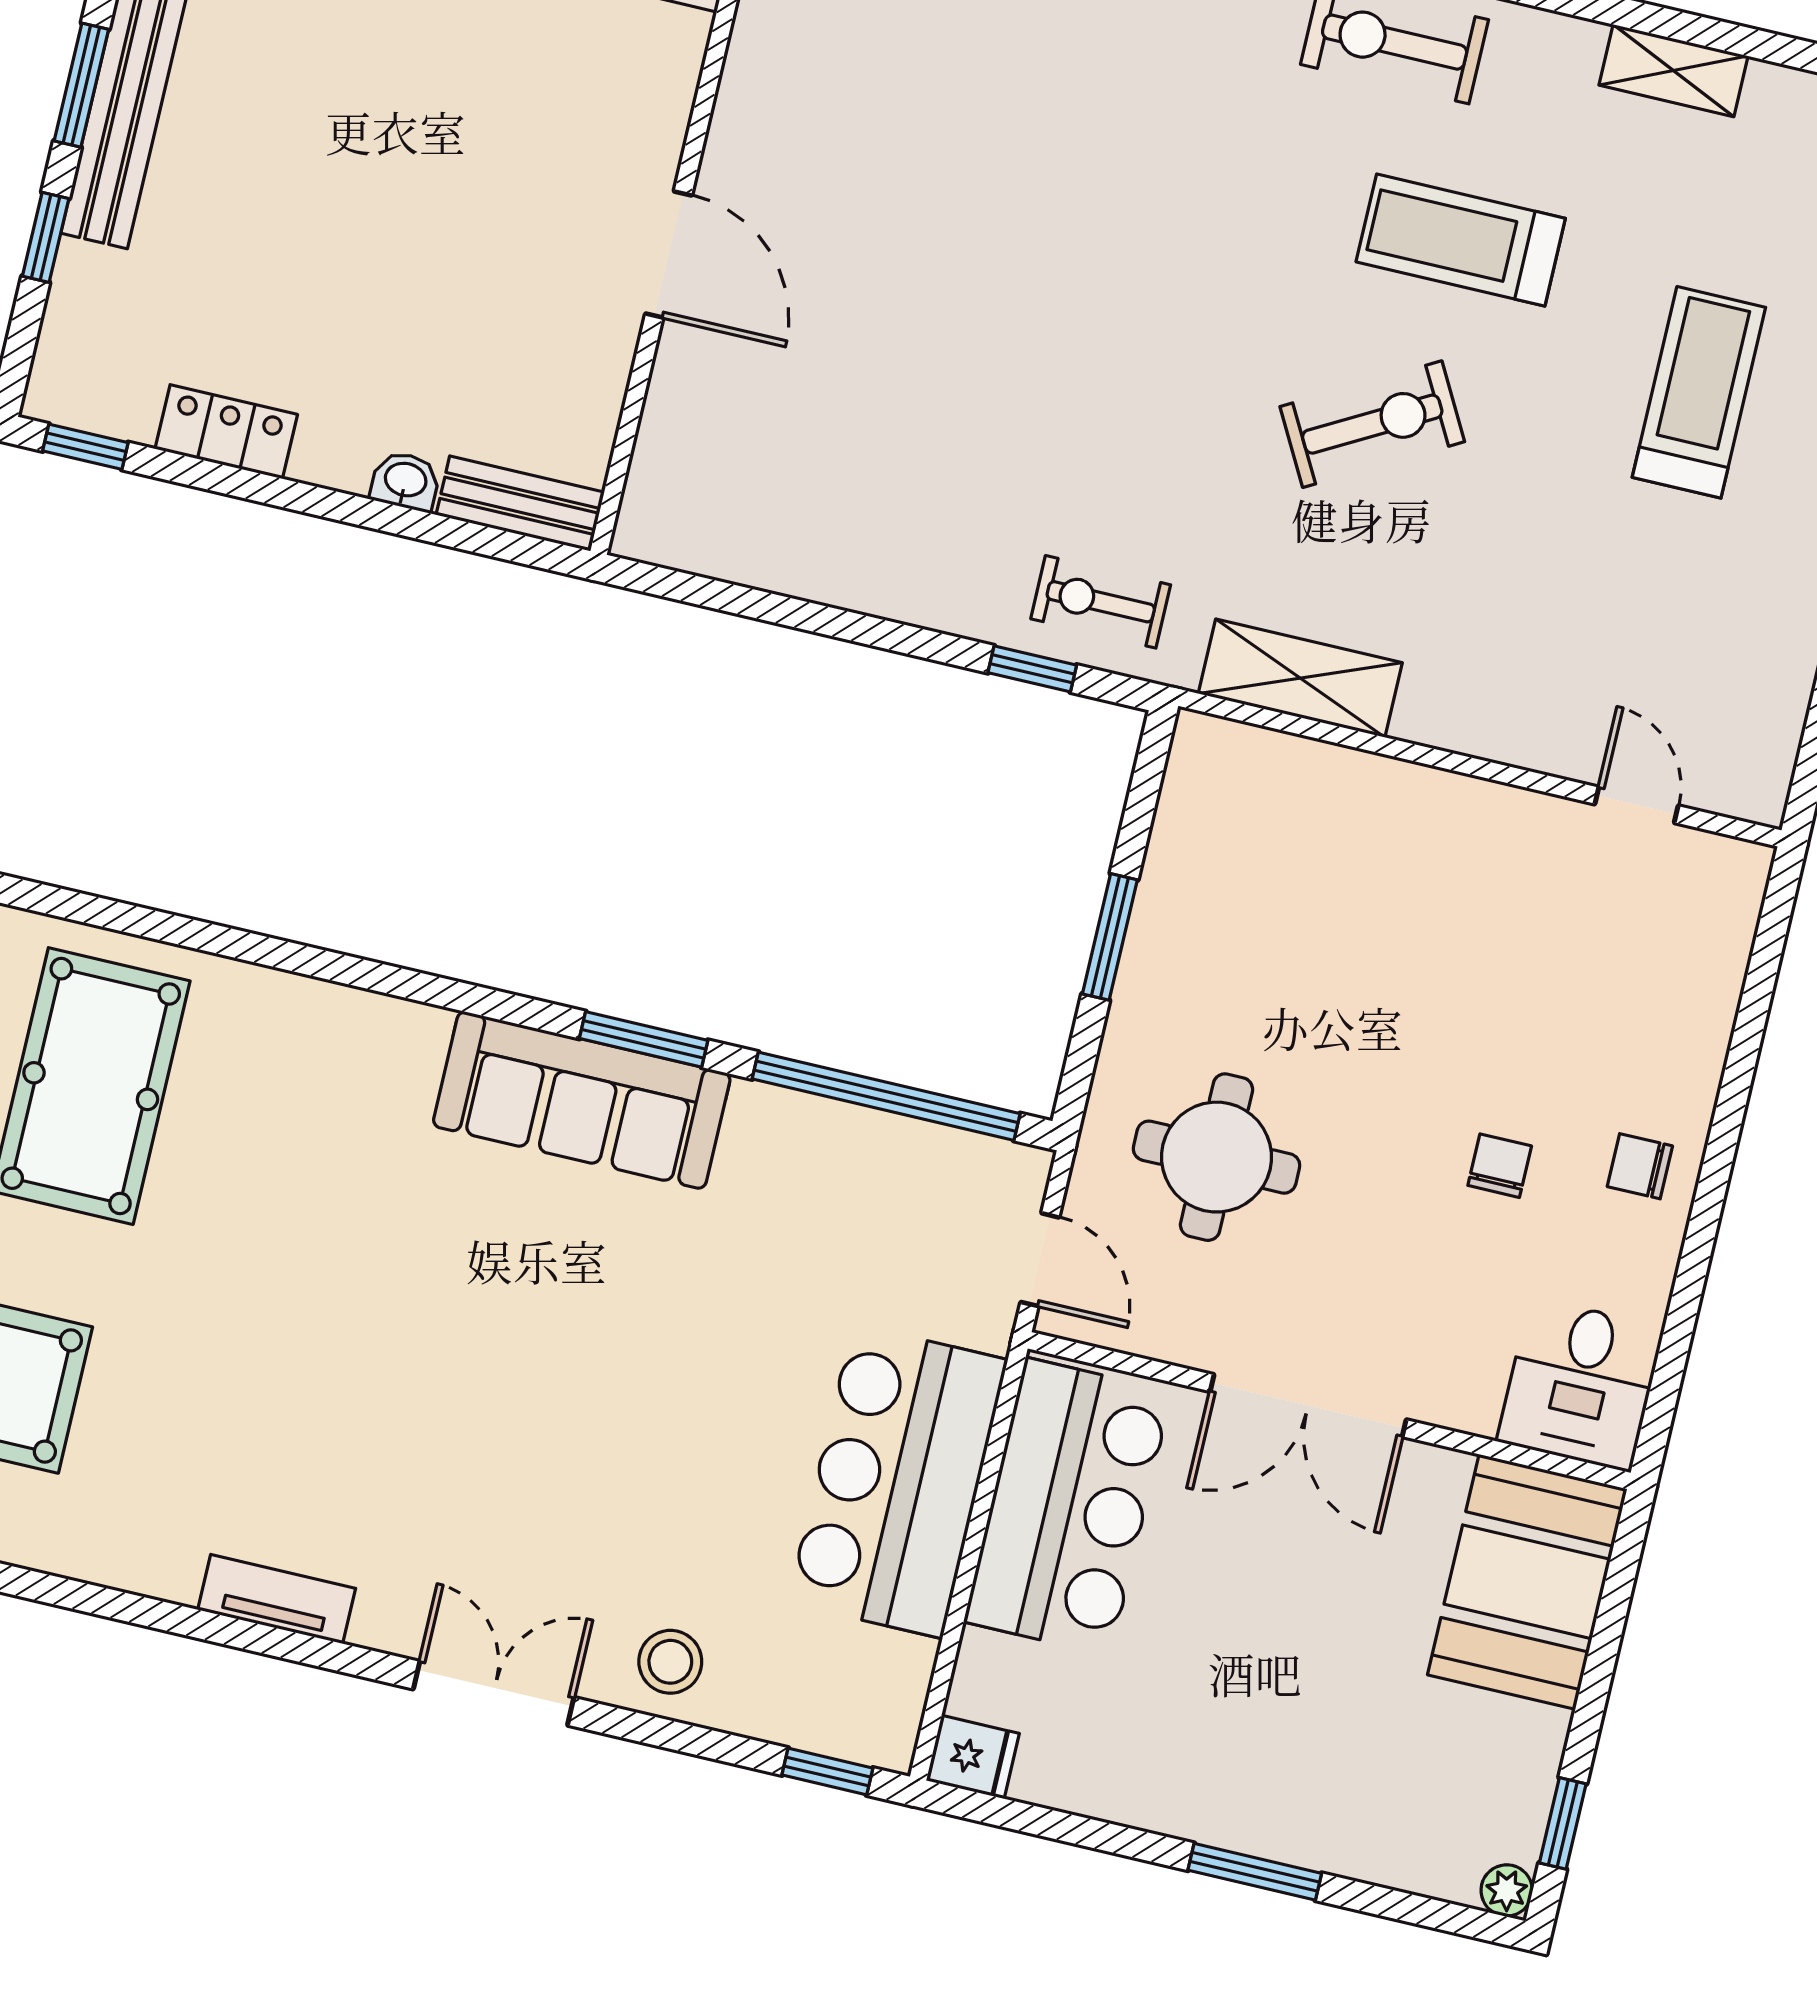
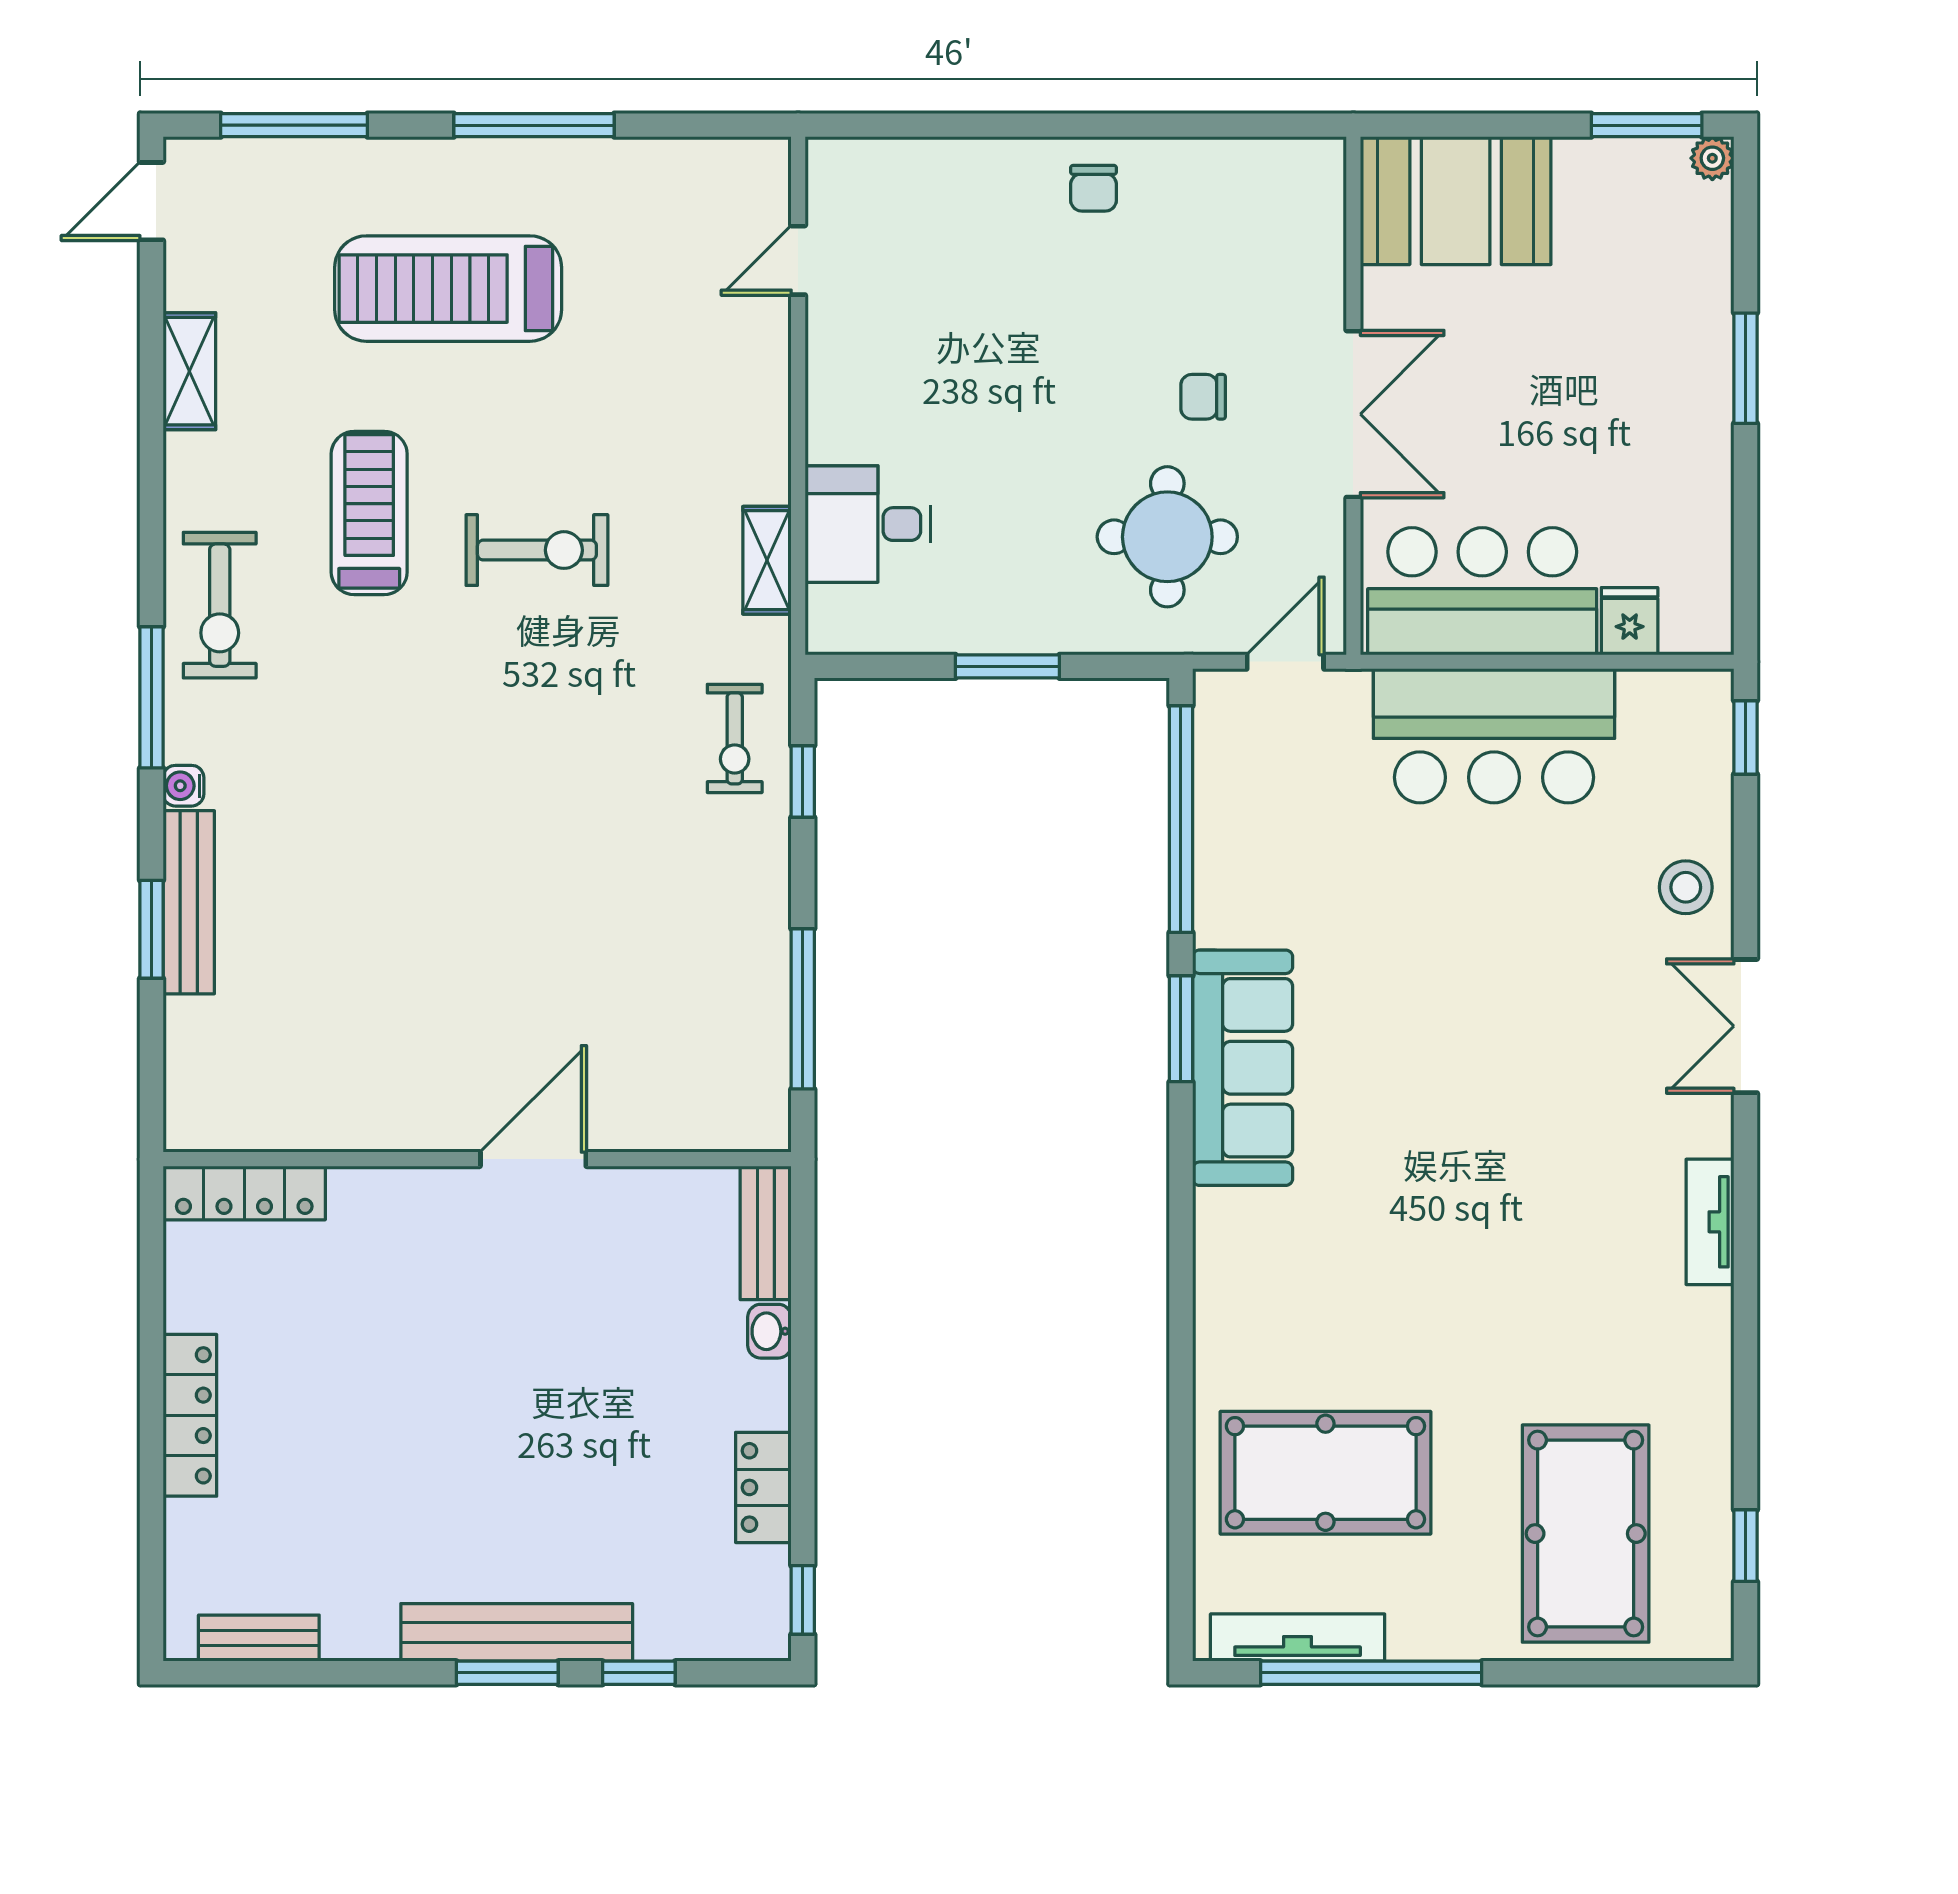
treadmill: (1461, 240) -> (369, 513), turned 180
treadmill: (1699, 392) -> (448, 289), width x1.37, depth x1.38
exercise bike: (1372, 424) -> (537, 550), turned 119
window: (769, 607) -> (803, 1009), added
shelving: (1300, 678) -> (767, 560), width x0.67, depth x0.75
chair: (1500, 1166) -> (1203, 397), moved
desk: (1580, 1384) -> (868, 524), moved, turned 180
fridge: (973, 1757) -> (1630, 621), moved
window: (1563, 1823) -> (1647, 125), width x1.50

